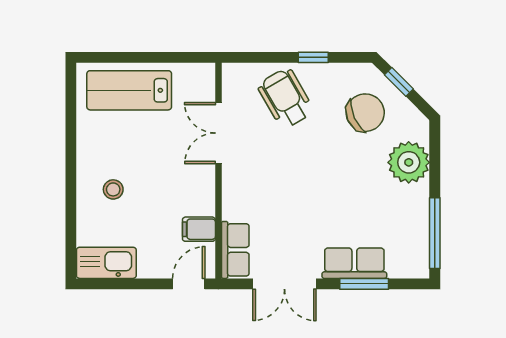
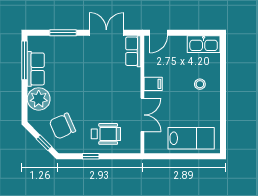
wheelchair: (286, 98) -> (106, 134), turned -60
filing cabinet: (199, 229) -> (153, 84), moved
row of seats: (354, 263) -> (36, 69), moved, turned -90

